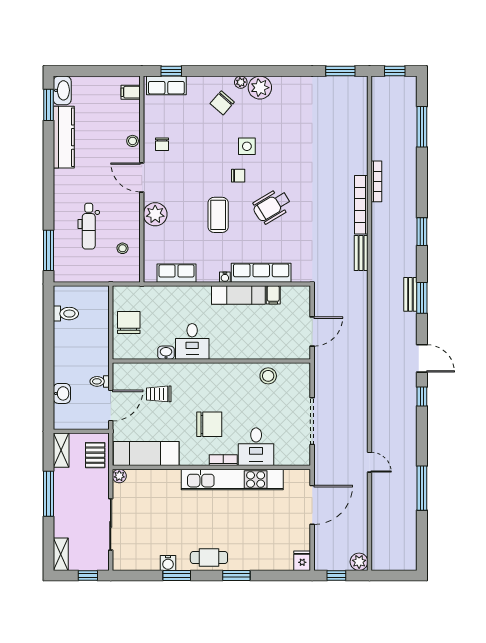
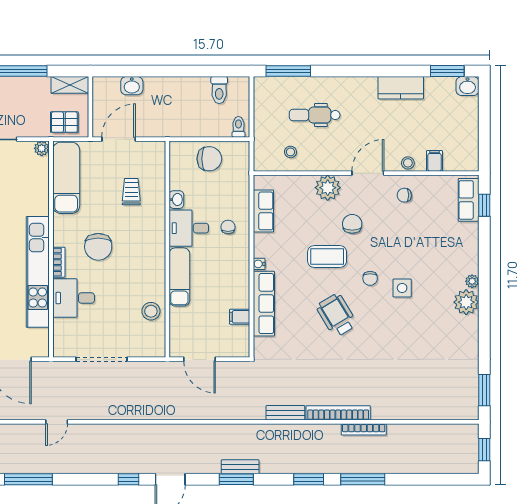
washbasin: (62, 90) -> (468, 86), width x0.72
filing cabinet: (131, 92) -> (434, 161), moved
chair: (222, 103) -> (352, 224), moved, turned 49
window: (422, 127) -> (363, 479), moved
kitchen counter: (64, 137) -> (401, 88), width x0.67
exam couch: (238, 295) -> (179, 277), moved, turned 180
chair: (191, 305) -> (228, 227), added
toilet: (100, 381) -> (238, 127), moved
door: (111, 406) -> (119, 139), swing flipped

